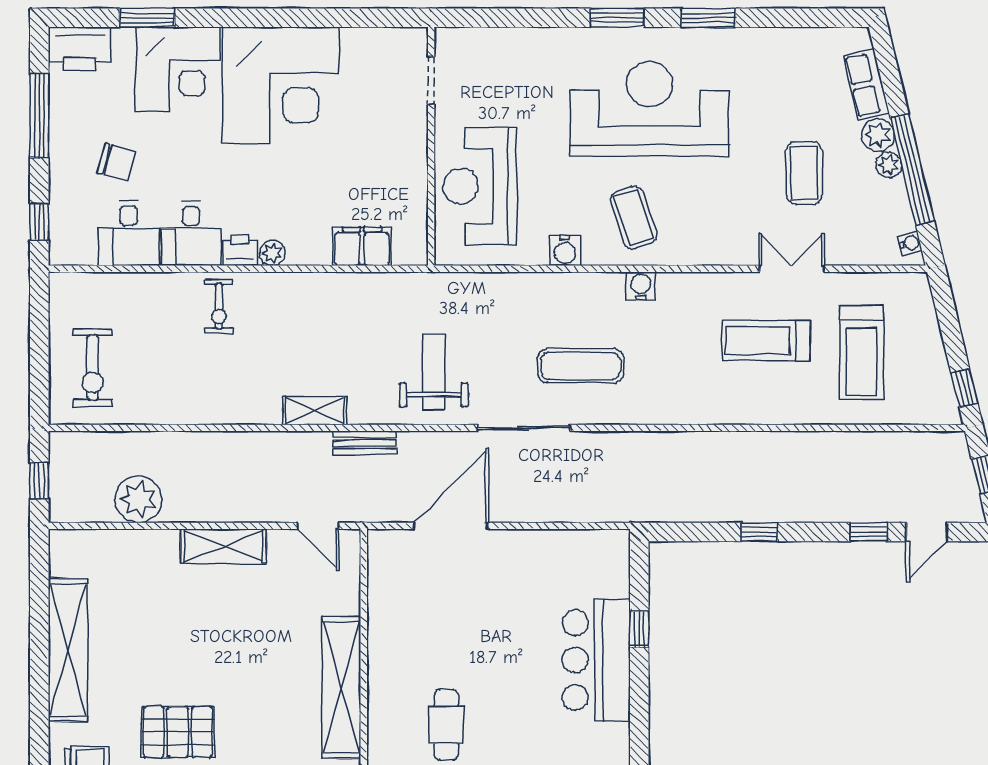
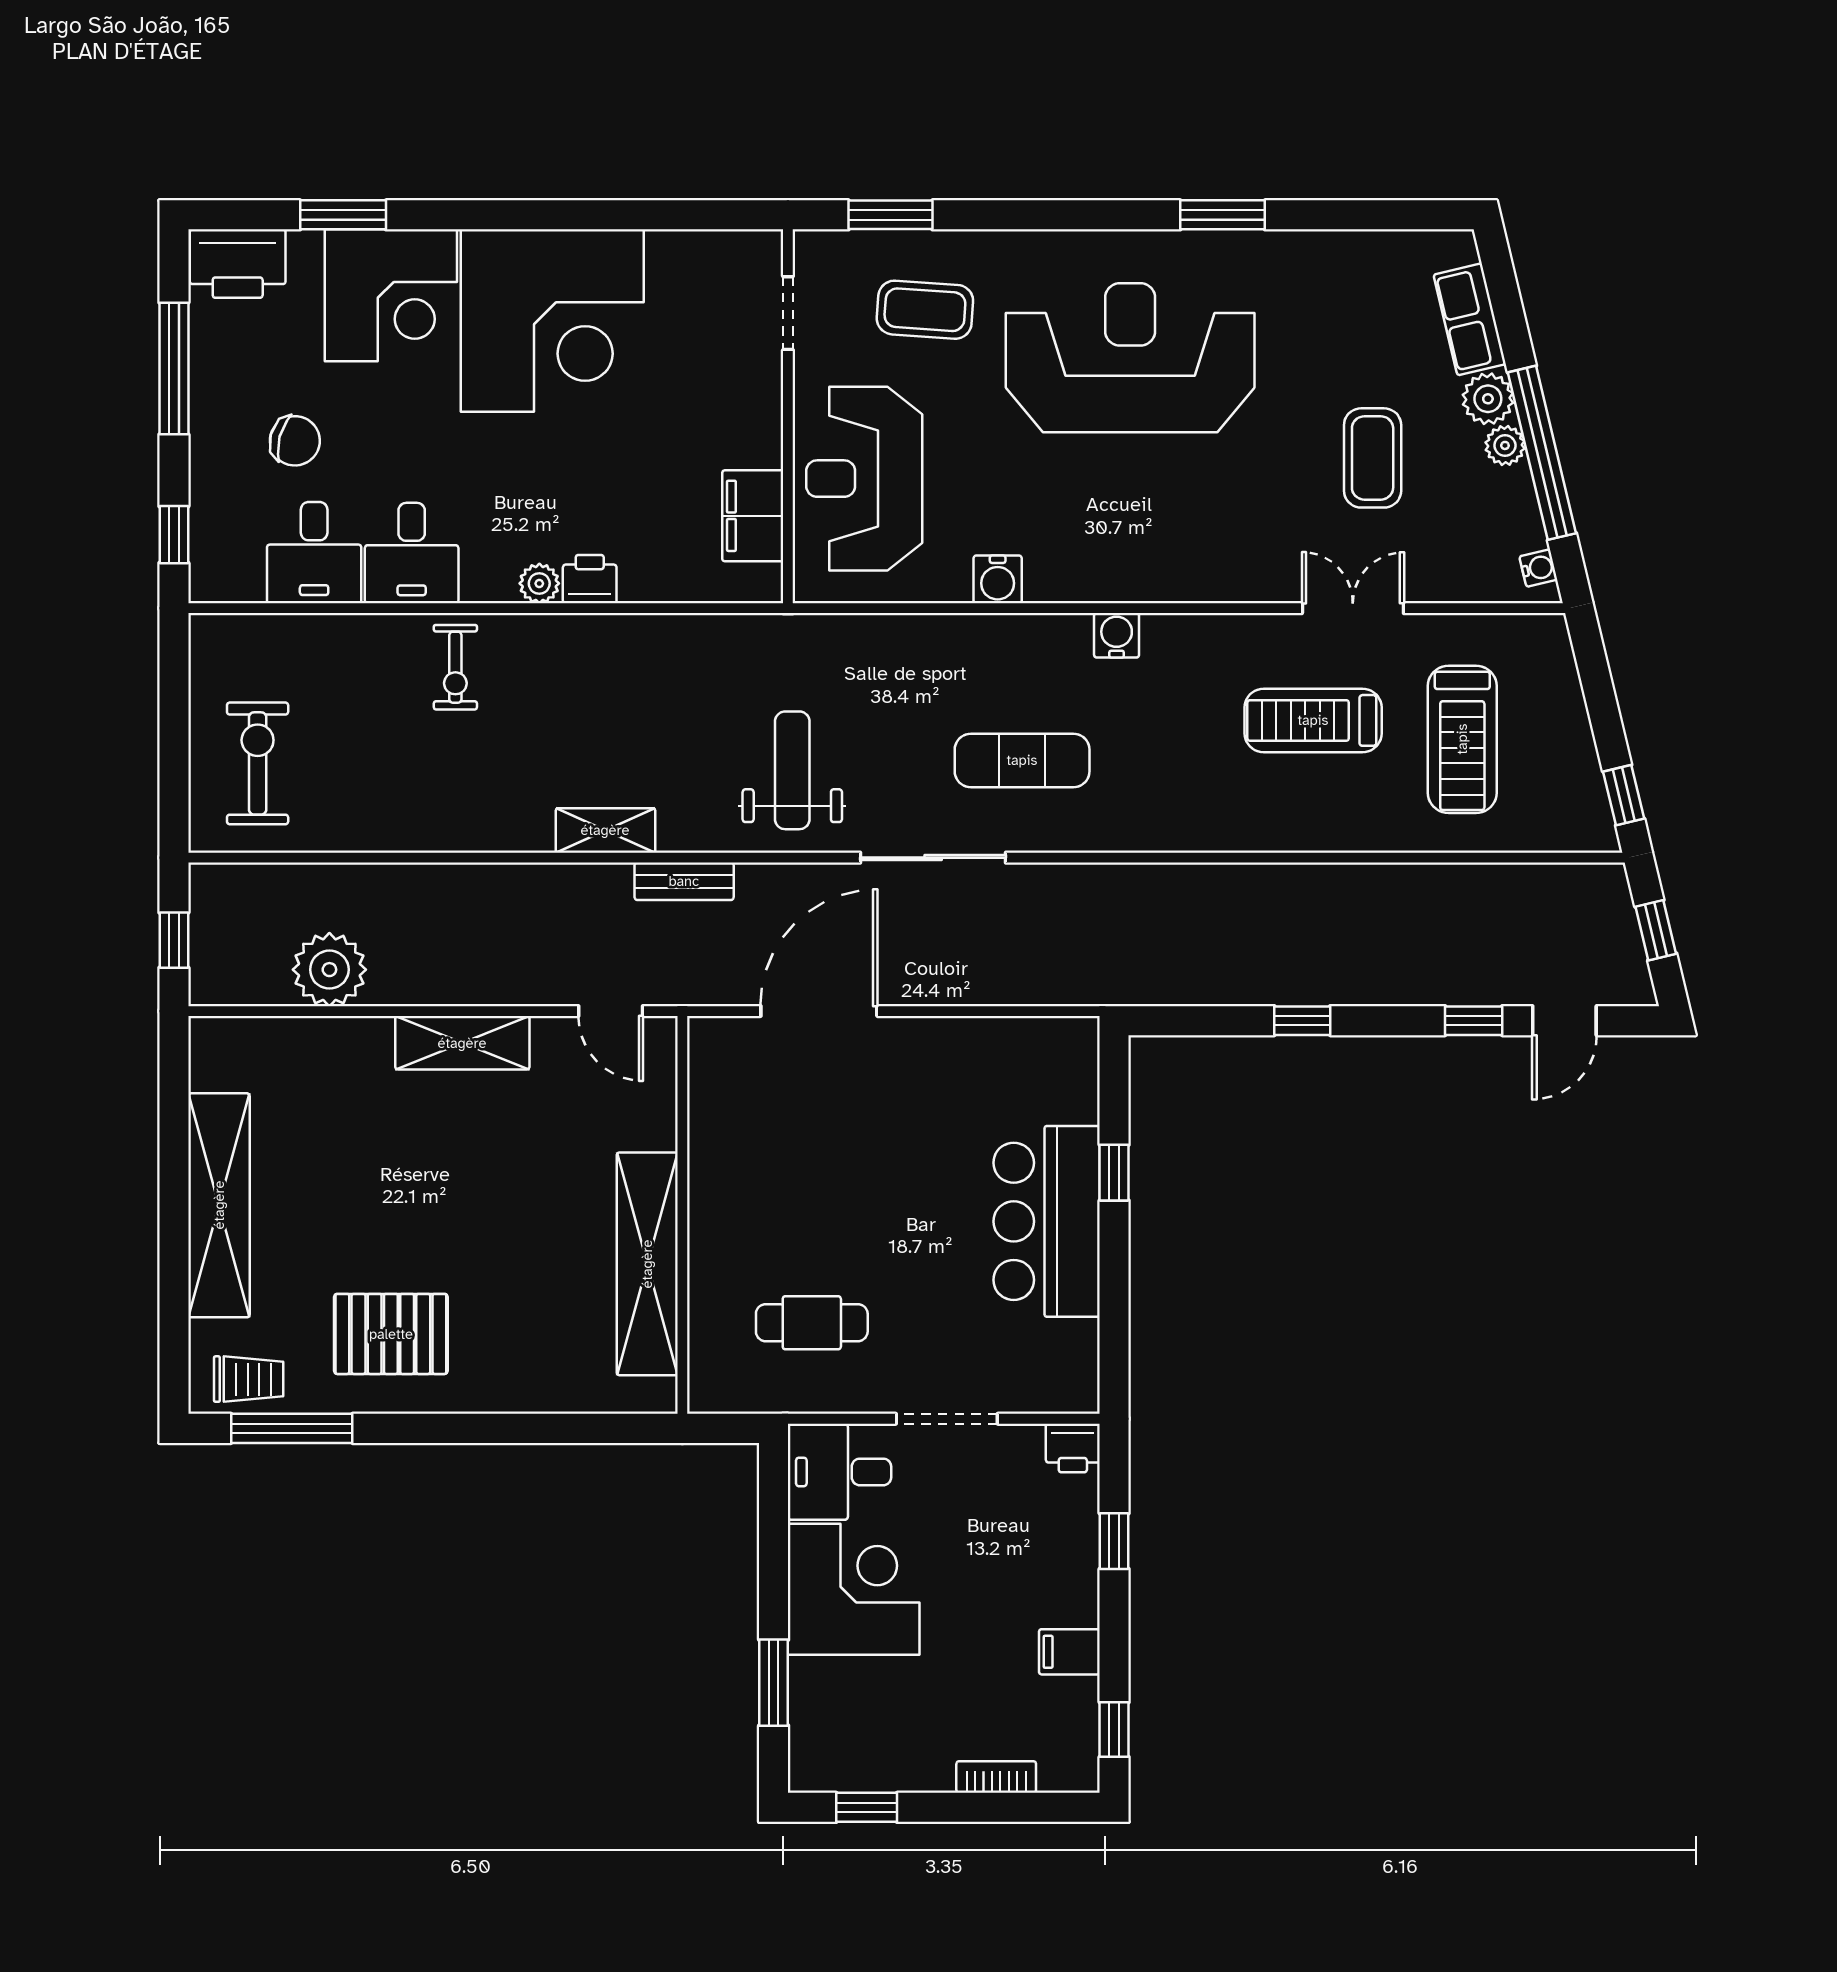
window: (617, 18) -> (891, 215), moved
coffee table: (633, 217) -> (925, 310), moved, turned -68
filing cabinet: (362, 246) -> (753, 516), moved, turned -90
printer: (240, 250) -> (590, 579), moved
exercise bike: (93, 368) -> (258, 763), turned 180
cafe table: (446, 725) -> (812, 1323), turned 90

